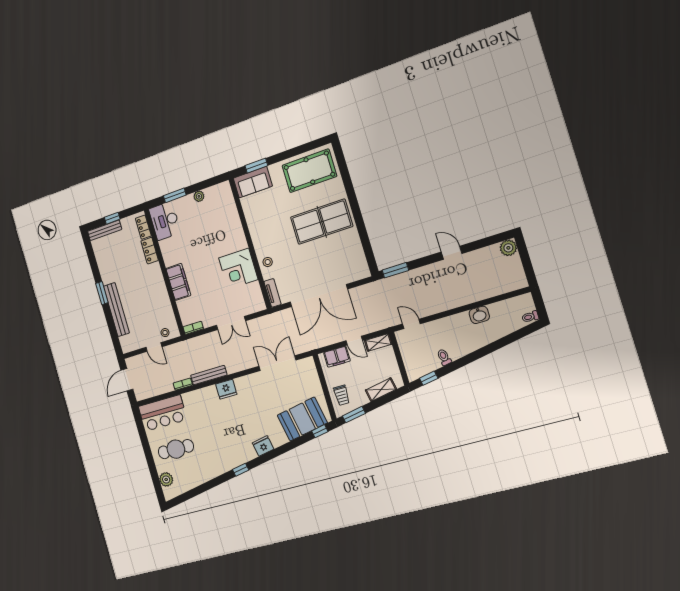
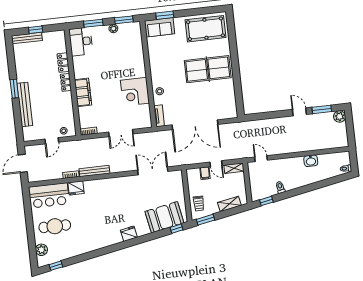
window: (209, 183) -> (124, 20), added
locker: (143, 227) -> (66, 82), moved
window: (395, 270) -> (322, 109), moved
door: (154, 347) -> (52, 141), hinge flipped
filing cabinet: (337, 357) -> (205, 173), width x0.50
fridge: (226, 389) -> (76, 188), moved
window: (241, 470) -> (56, 266), moved

